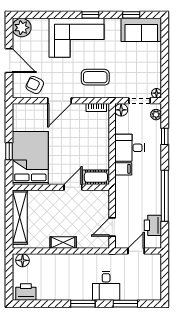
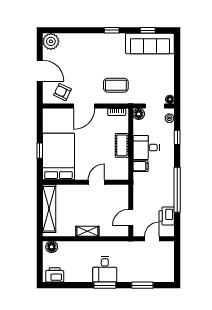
sofa: (141, 30) -> (150, 43), width x1.36
corner sofa: (76, 38) -> (99, 50), removed
cot: (96, 177) -> (122, 145), moved, turned 90
desk: (106, 286) -> (105, 269), moved

